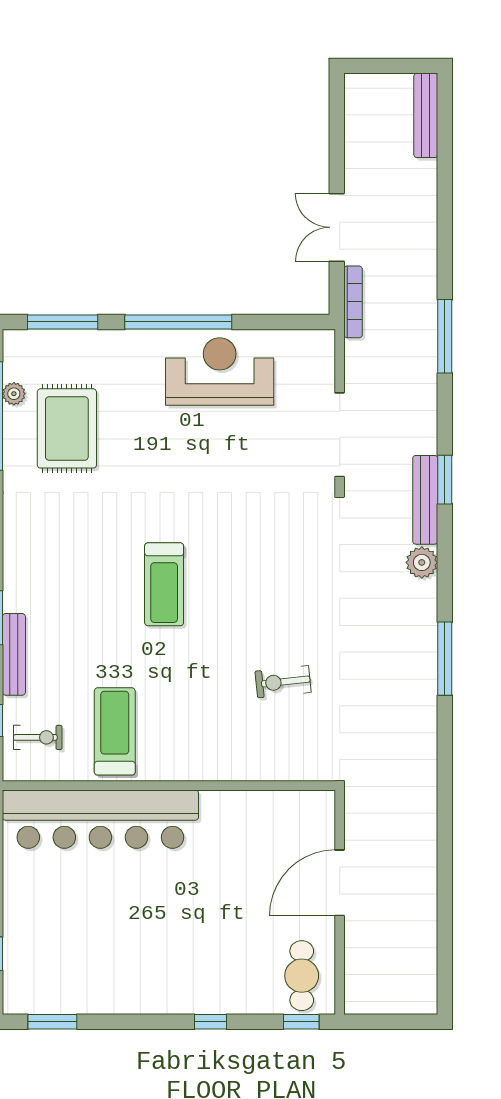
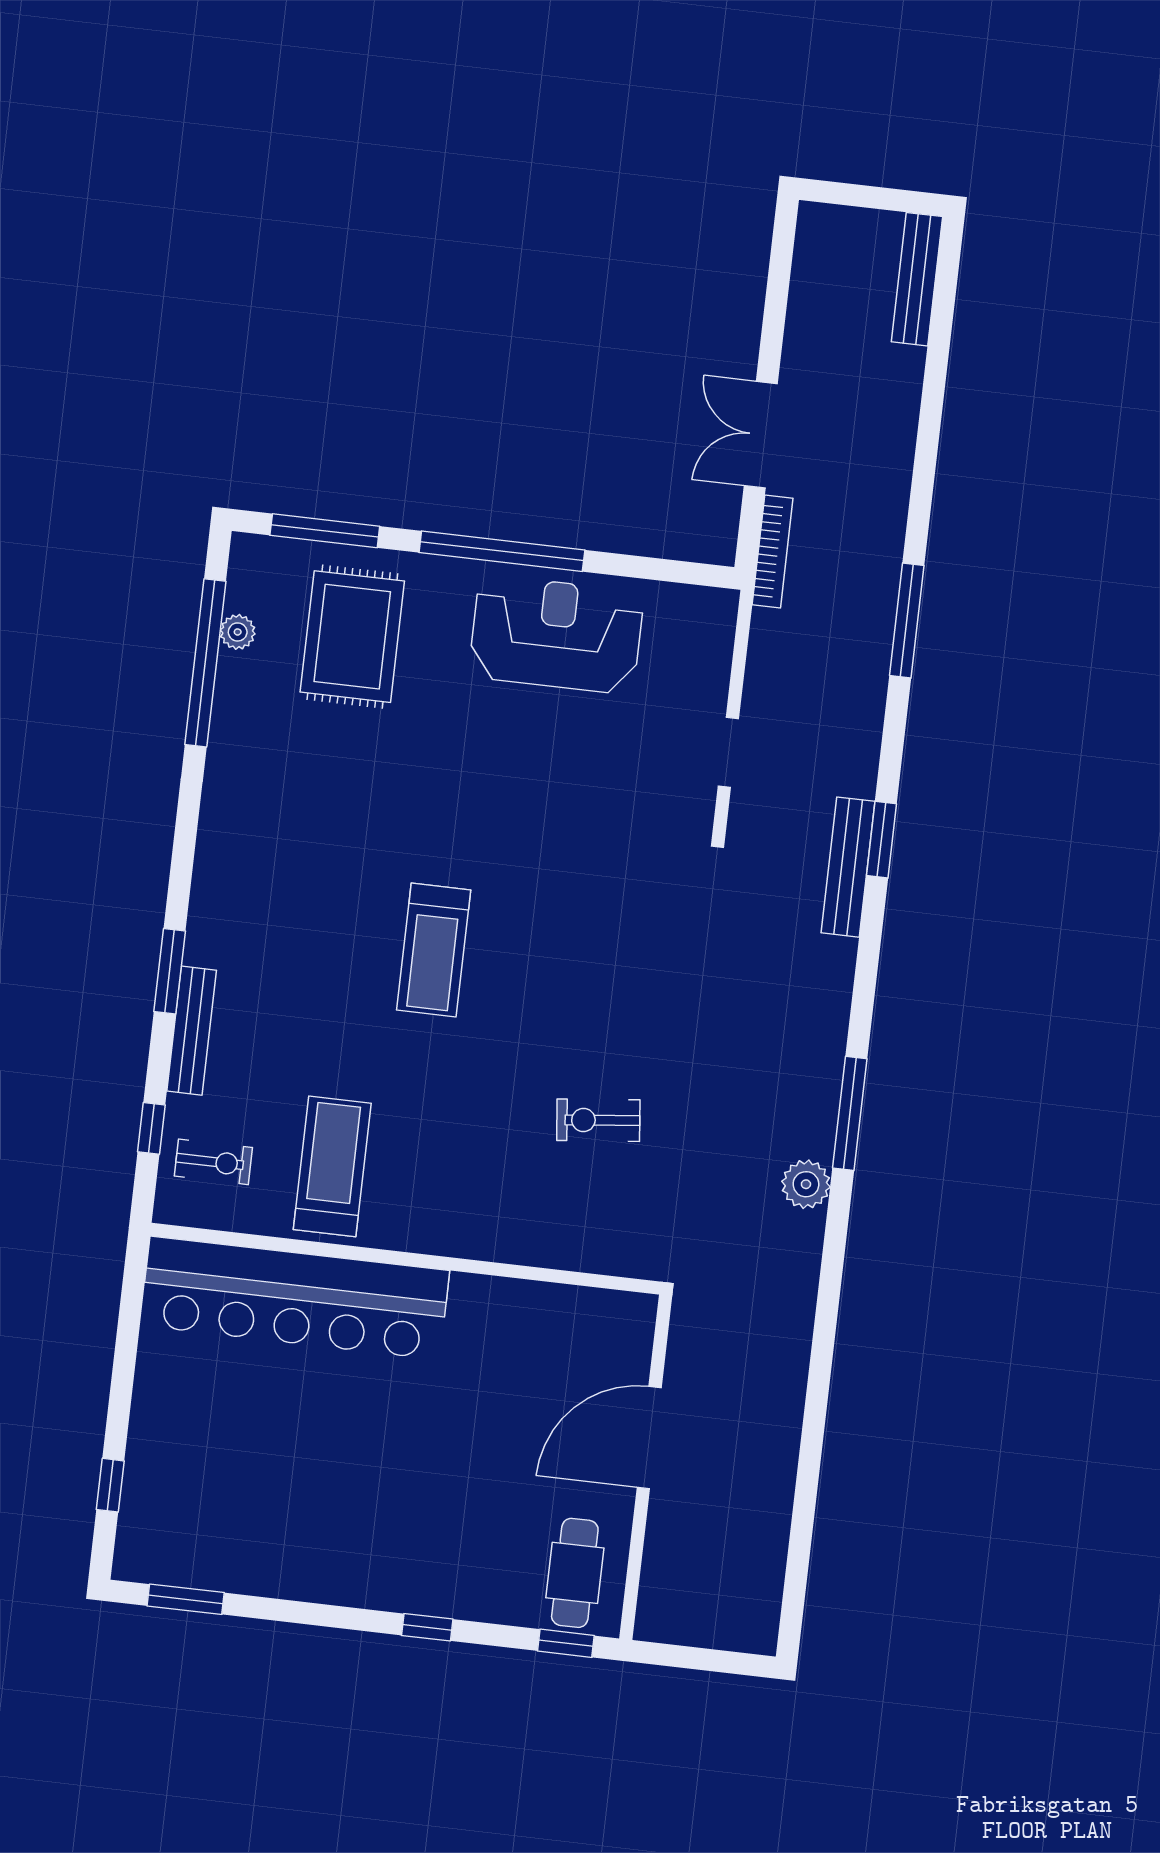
rug: (67, 428) -> (352, 637), moved
doorway: (340, 435) -> (728, 752), width x0.53
plant: (422, 562) -> (806, 1184), moved

